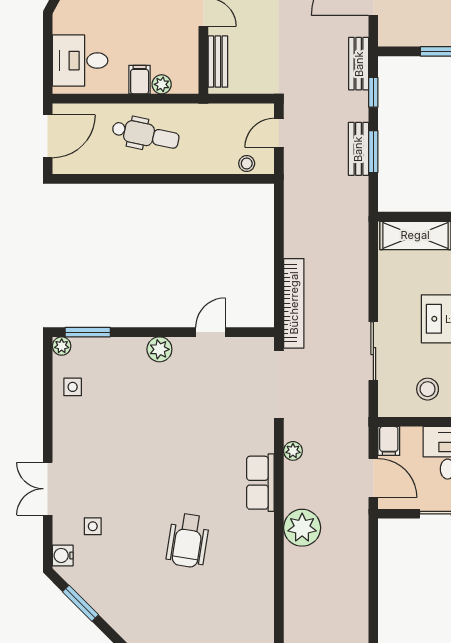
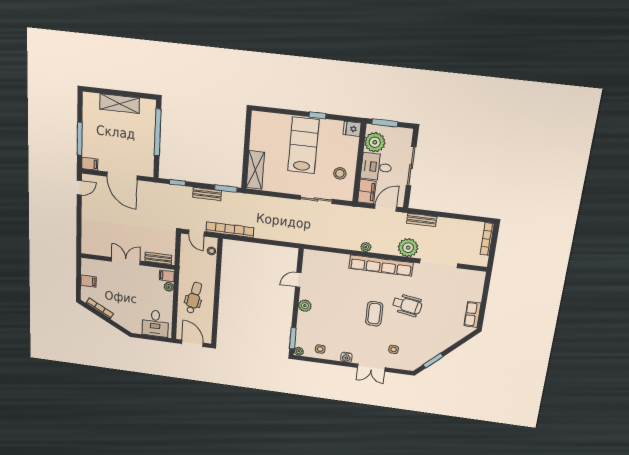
bench: (359, 64) -> (422, 220), moved
filing cabinet: (140, 80) -> (167, 276), moved
window: (373, 152) -> (226, 188), moved
bookcase: (294, 303) -> (230, 230), moved
door: (210, 332) -> (298, 280), hinge flipped
doorway: (279, 385) -> (439, 263), moved
filing cabinet: (389, 441) -> (367, 192), width x2.00
coffee table: (162, 481) -> (374, 314), added
row of seats: (260, 483) -> (381, 266), width x2.02
water cooler: (63, 555) -> (346, 357), moved

